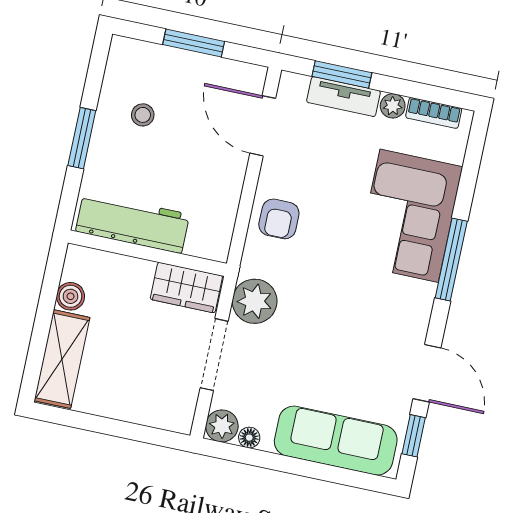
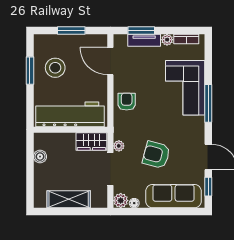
stool: (143, 115) -> (55, 68), width x1.89, depth x1.89
window: (82, 138) -> (30, 71), moved
armchair: (279, 219) -> (127, 102), turned 180
workbench: (133, 223) -> (70, 114), width x1.36, depth x1.32
plant: (255, 301) -> (119, 146), width x0.53, depth x0.53
armchair: (318, 345) -> (156, 155), added
shelving: (62, 359) -> (69, 199), moved, turned 90

